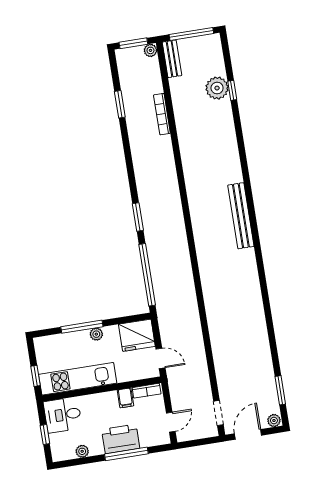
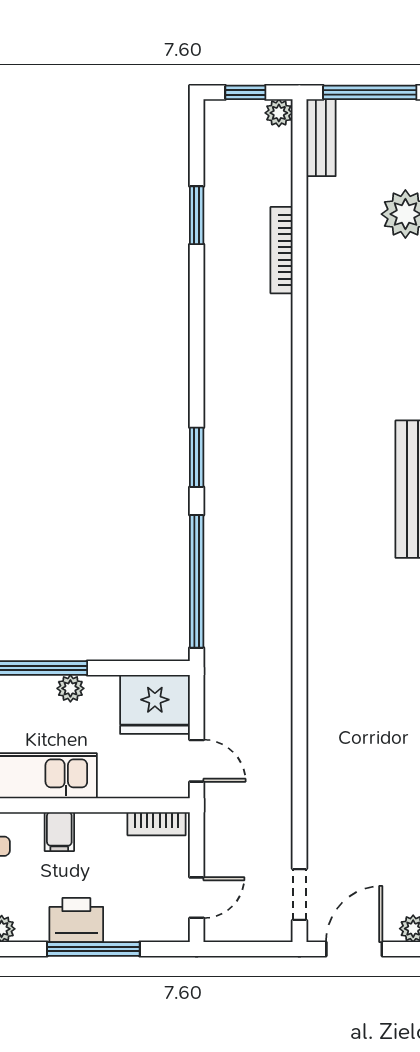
window: (133, 43) -> (245, 92), width x0.67
filing cabinet: (125, 398) -> (59, 832), moved
printer: (121, 439) -> (76, 920), width x0.73, depth x0.84

